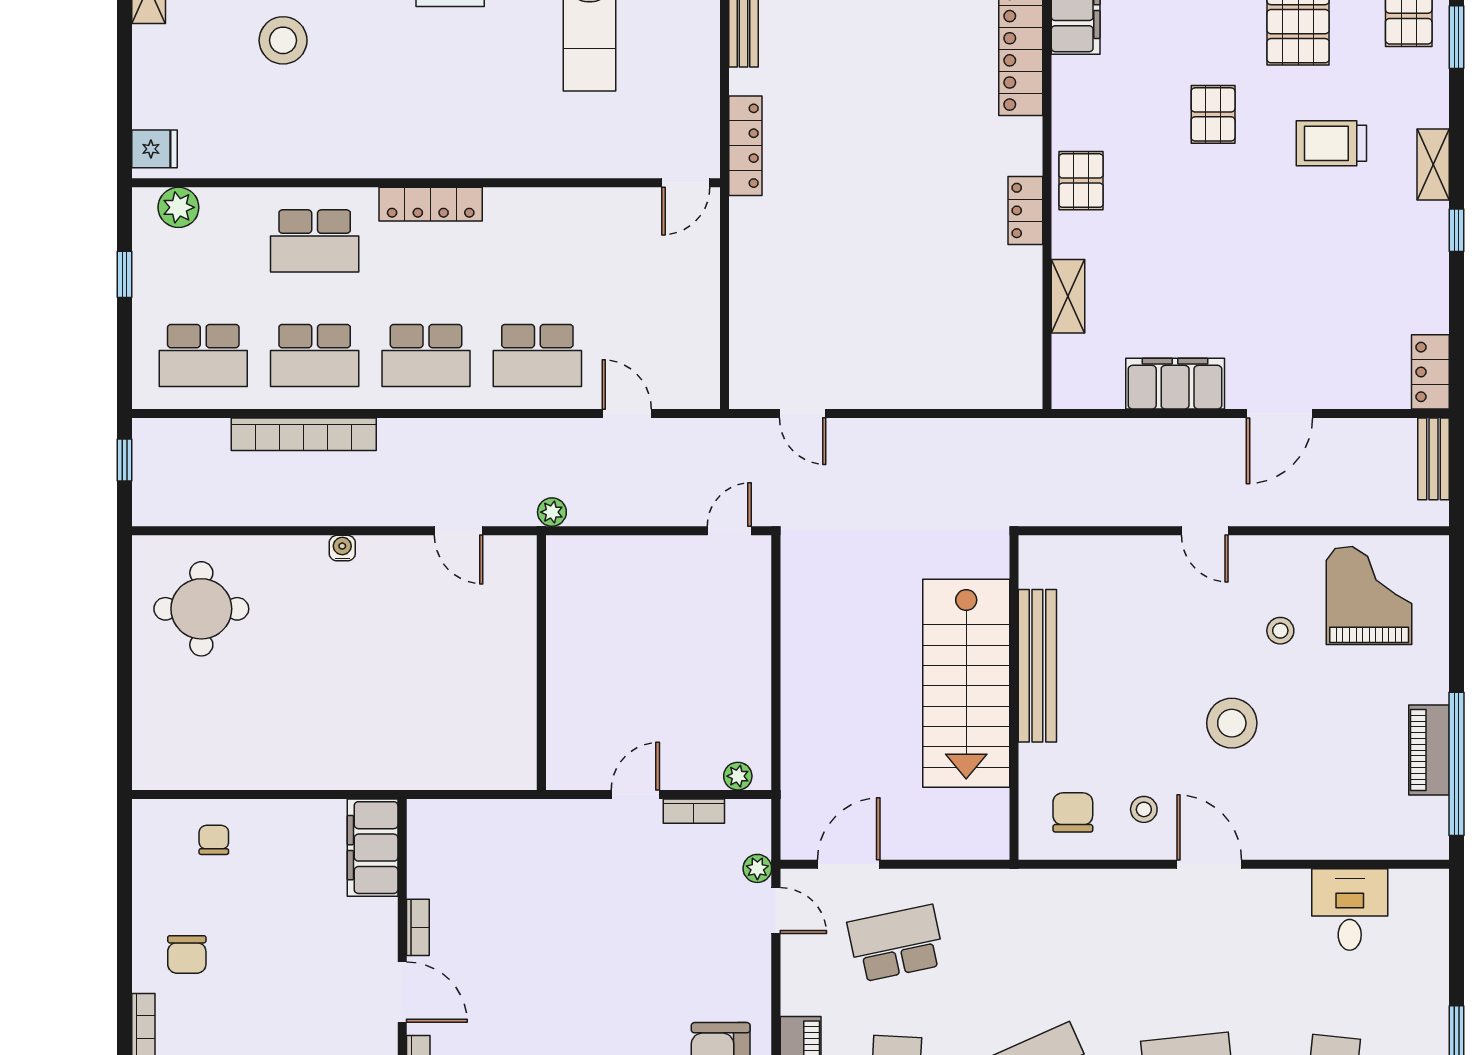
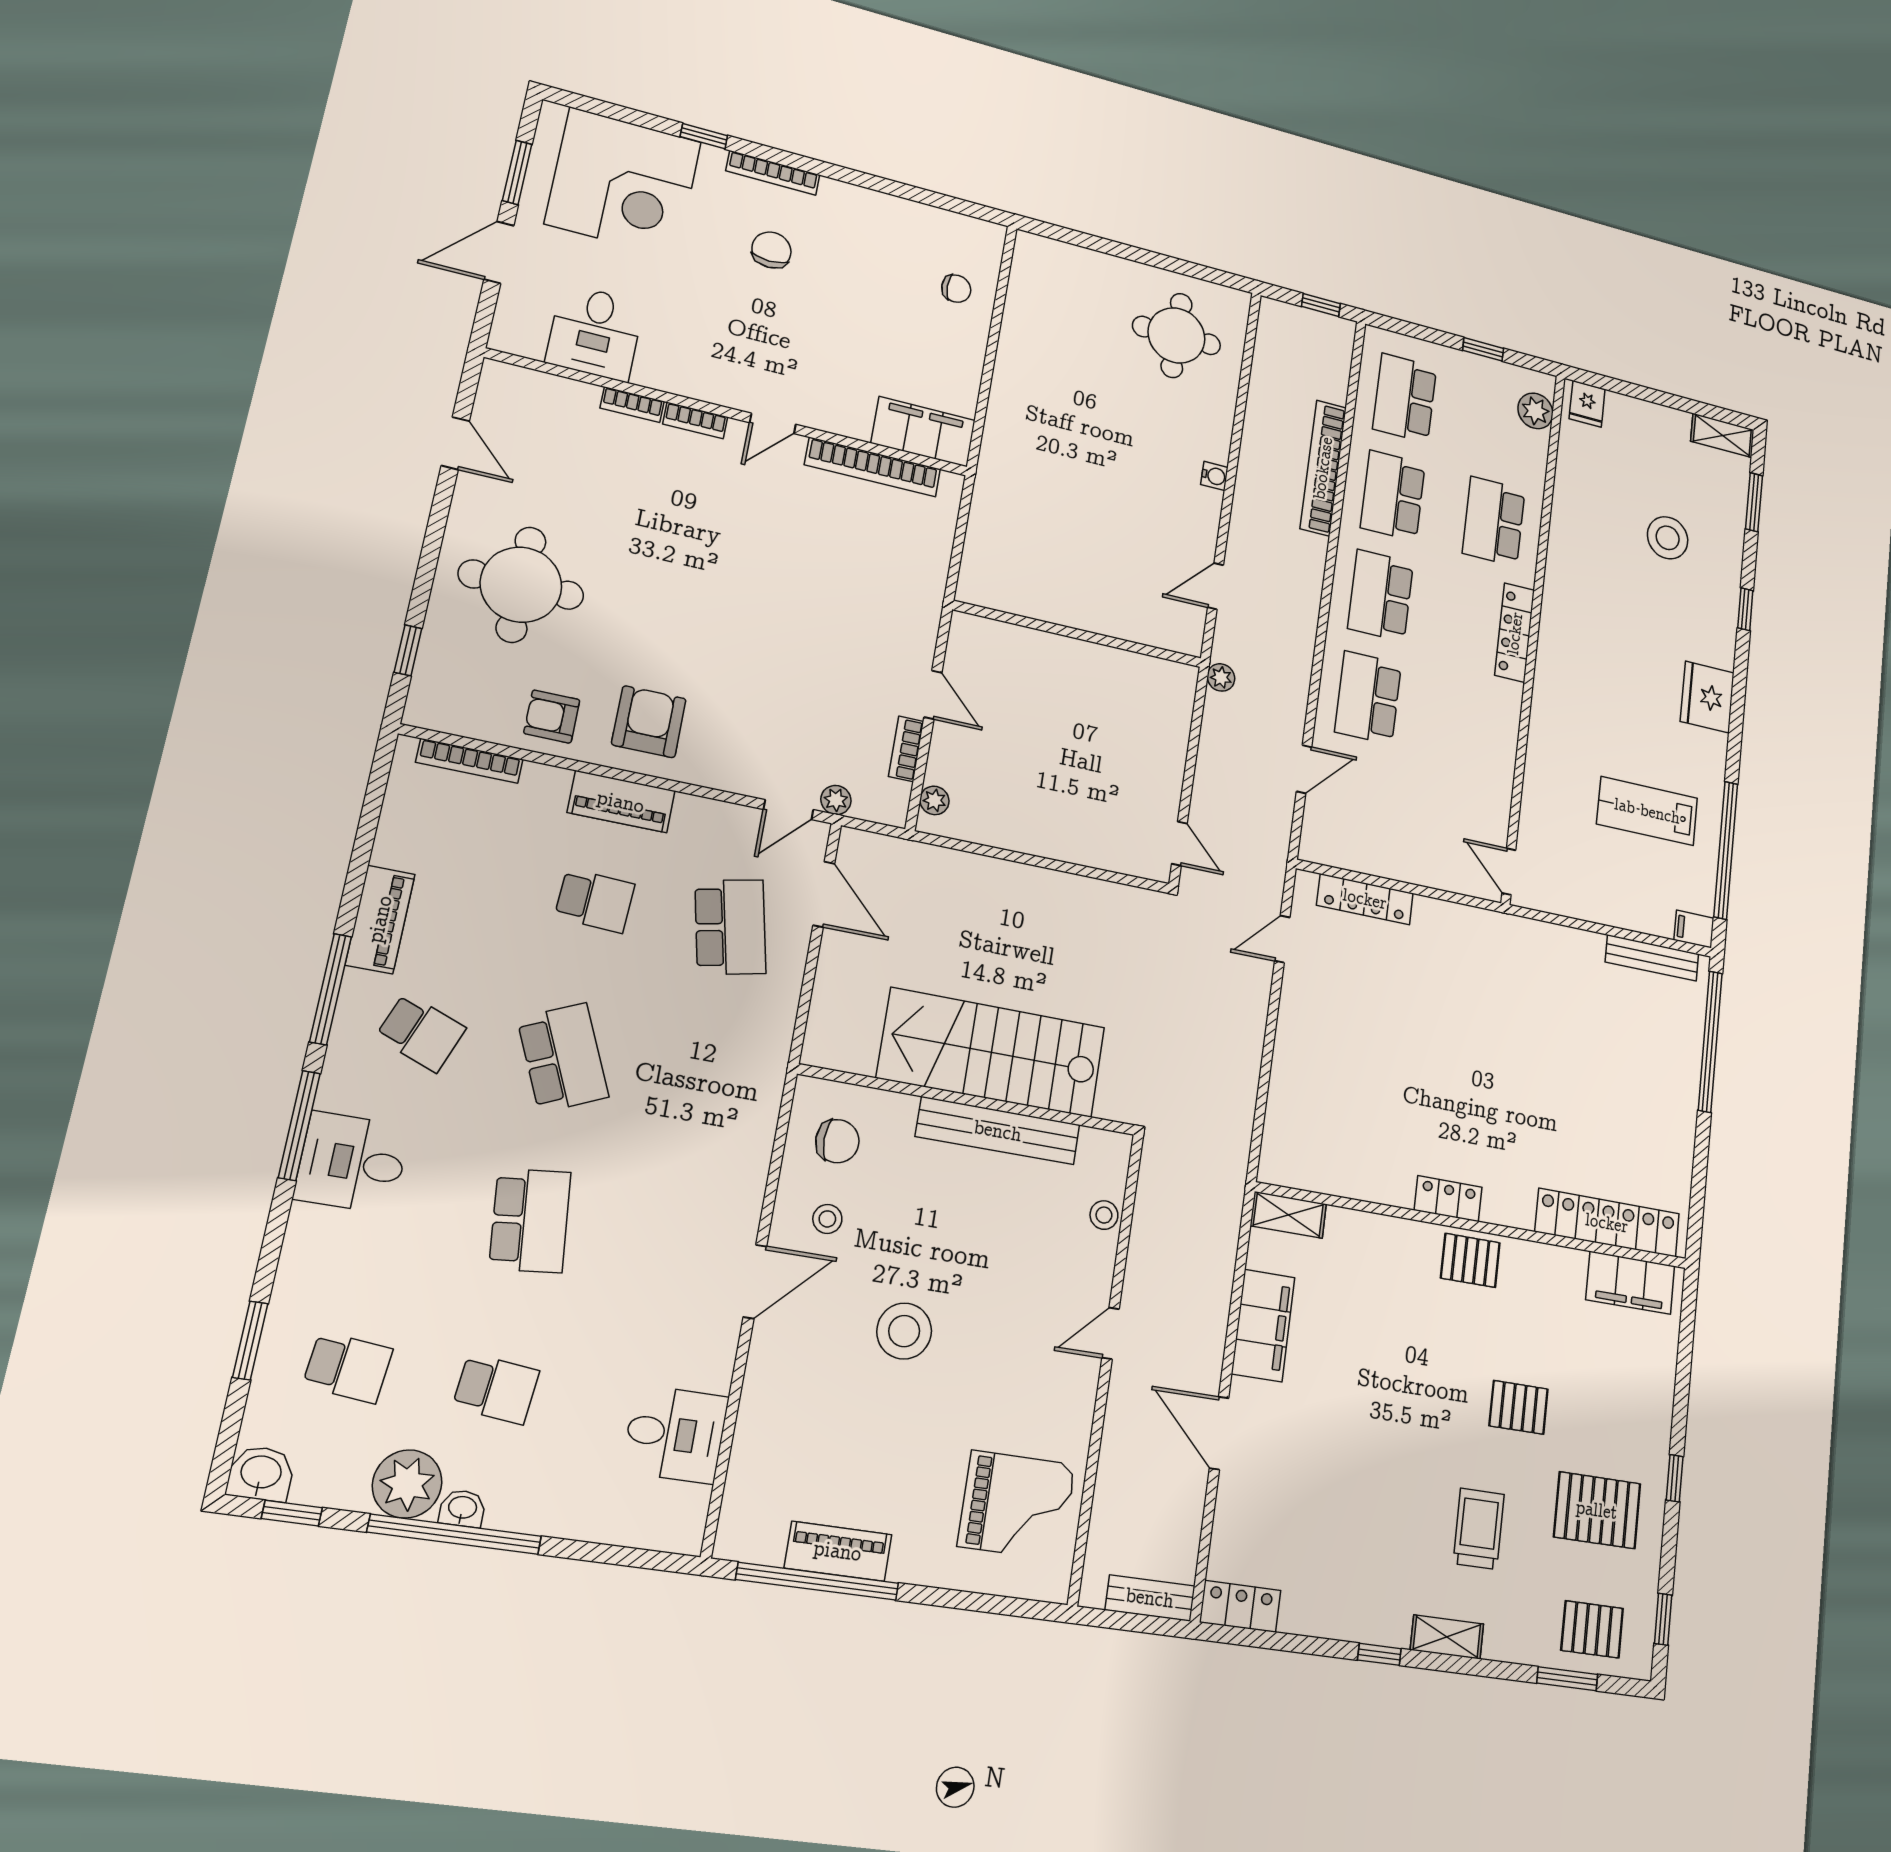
locker: (745, 146) -> (1365, 899), moved
shelving: (1068, 296) -> (1288, 1215), moved
stool: (1280, 631) -> (1104, 1215), moved
bookcase: (418, 927) -> (873, 467), width x2.31, depth x1.31
chair: (187, 954) -> (771, 250), moved, turned 90
door: (402, 992) -> (773, 423), width x0.73

